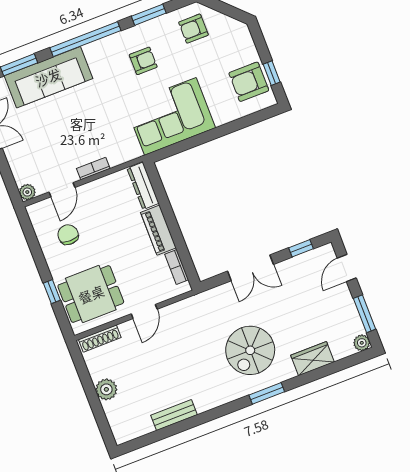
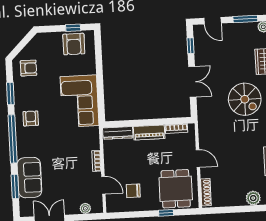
armchair: (193, 29) -> (29, 68), turned -90
armchair: (143, 61) -> (31, 118), moved
sofa: (48, 77) -> (29, 178), width x0.73
plant: (27, 192) -> (85, 208), moved
plant: (106, 389) -> (253, 198), moved

